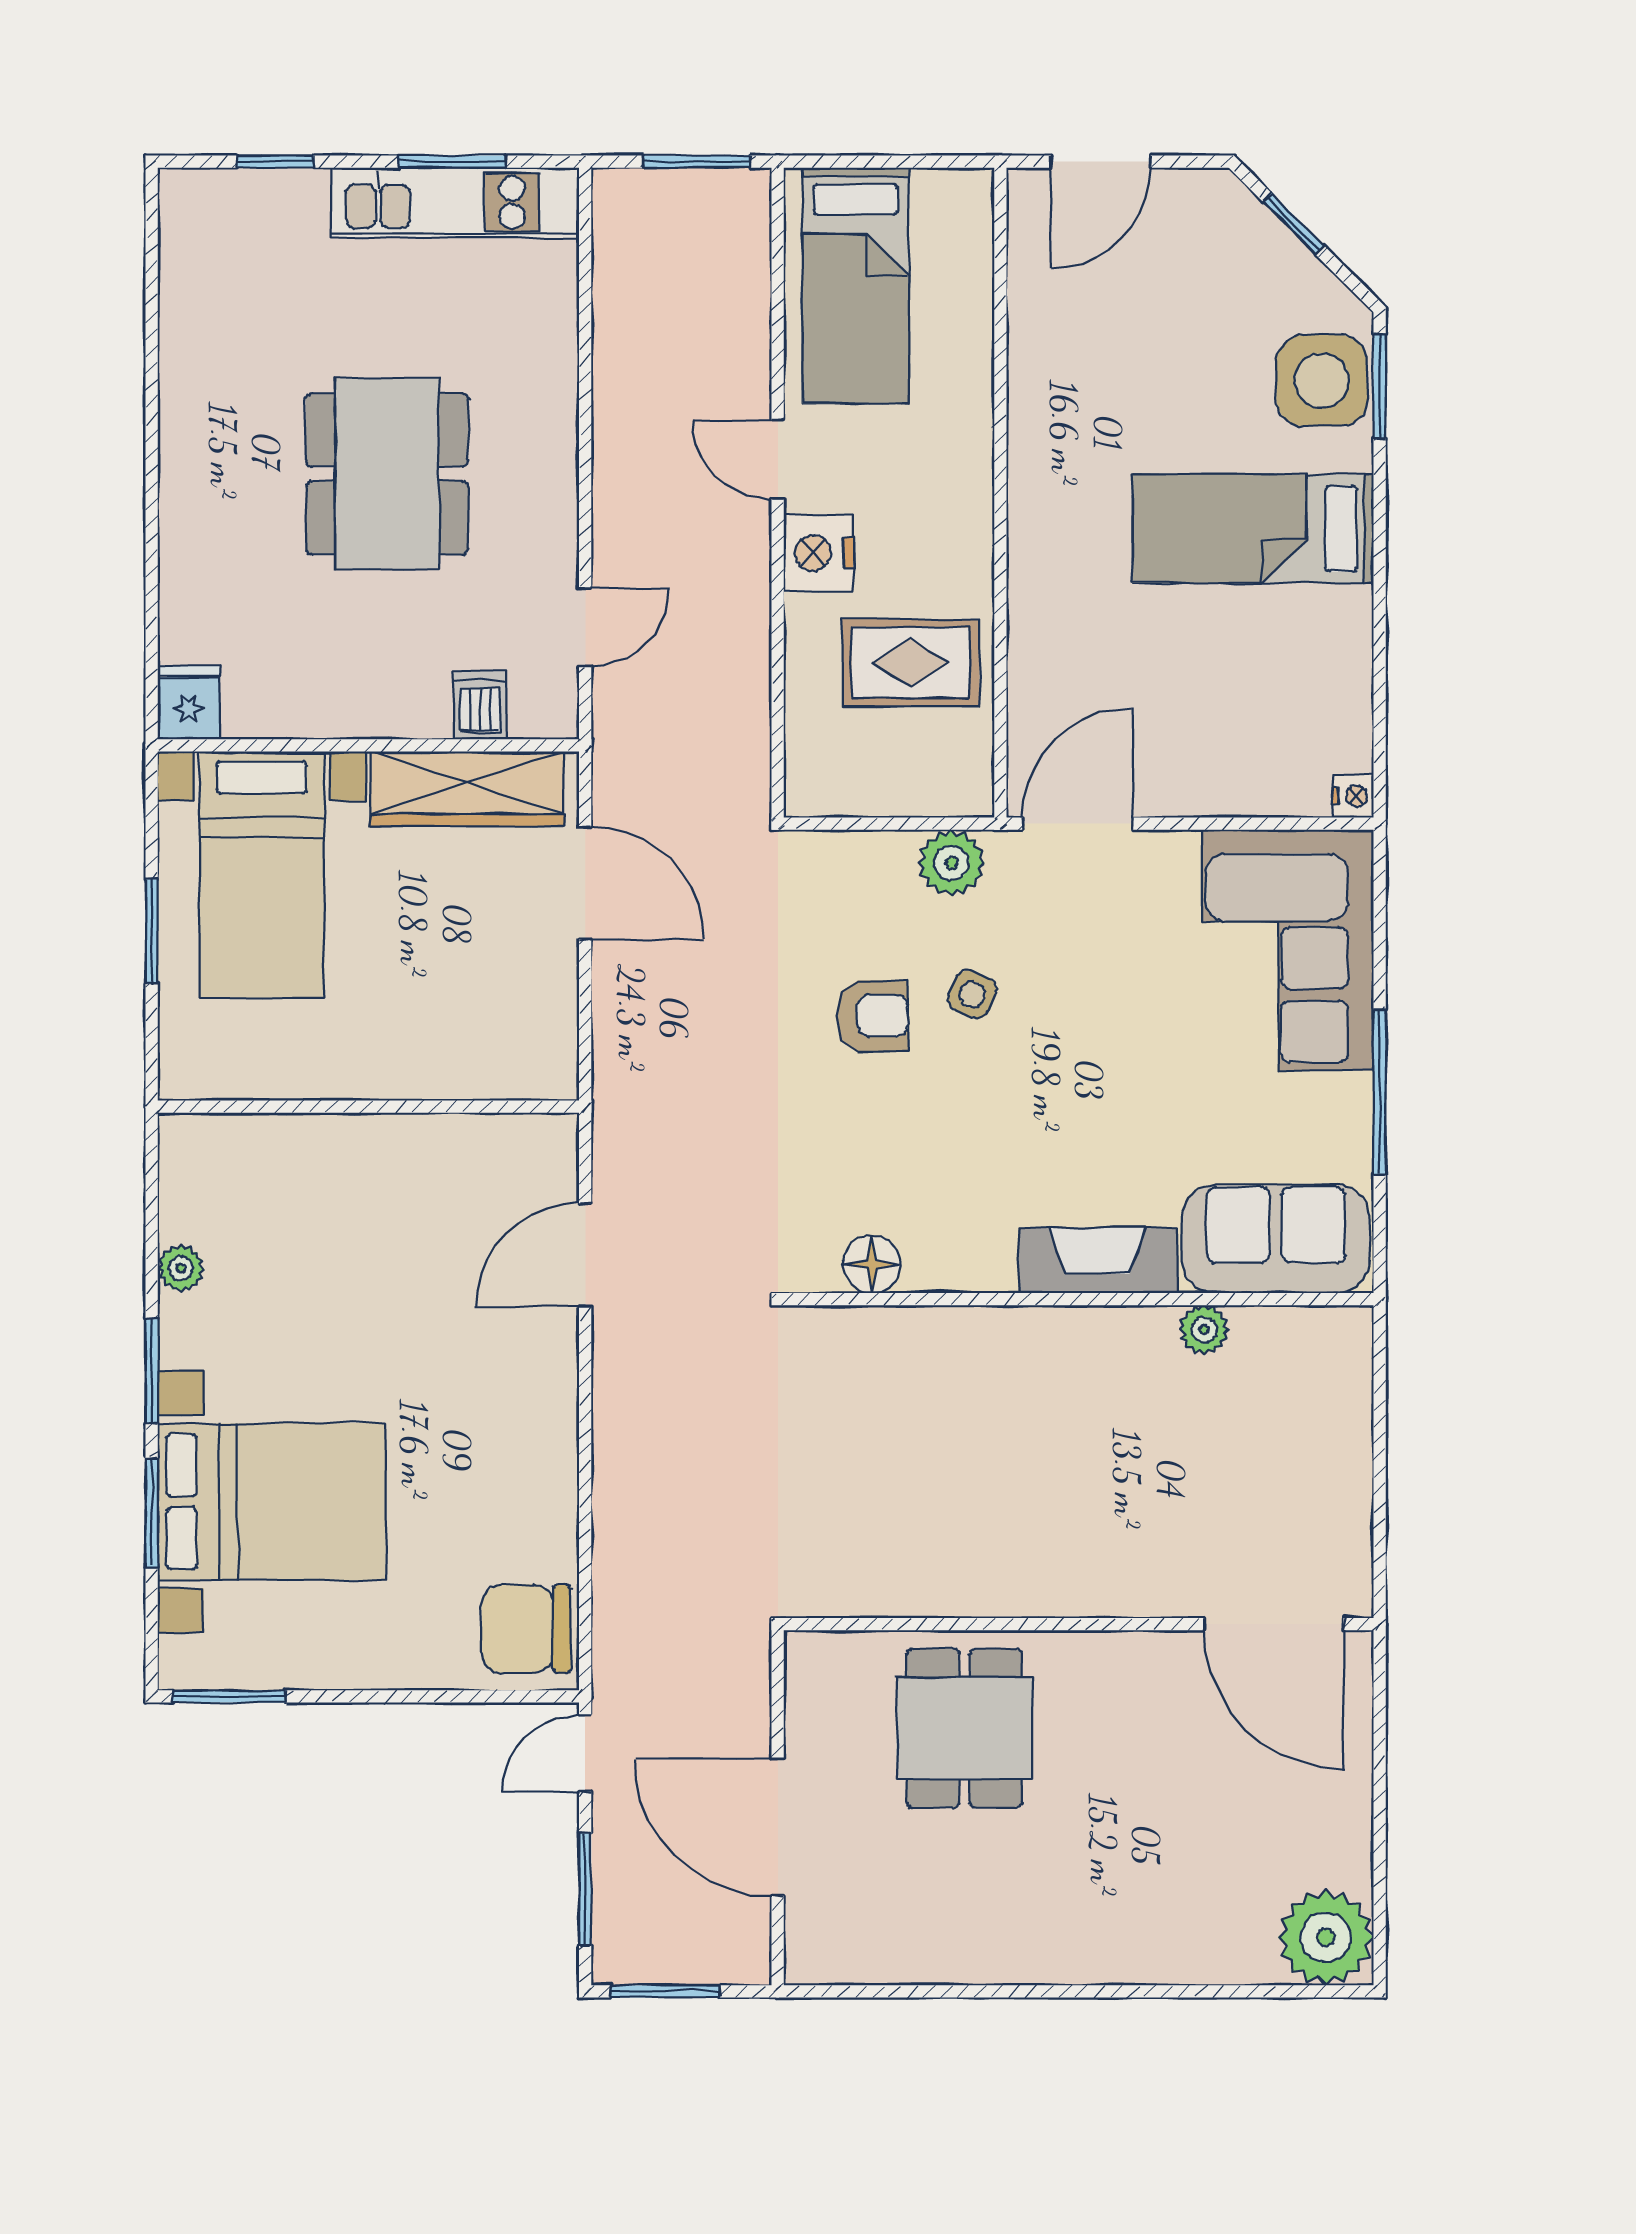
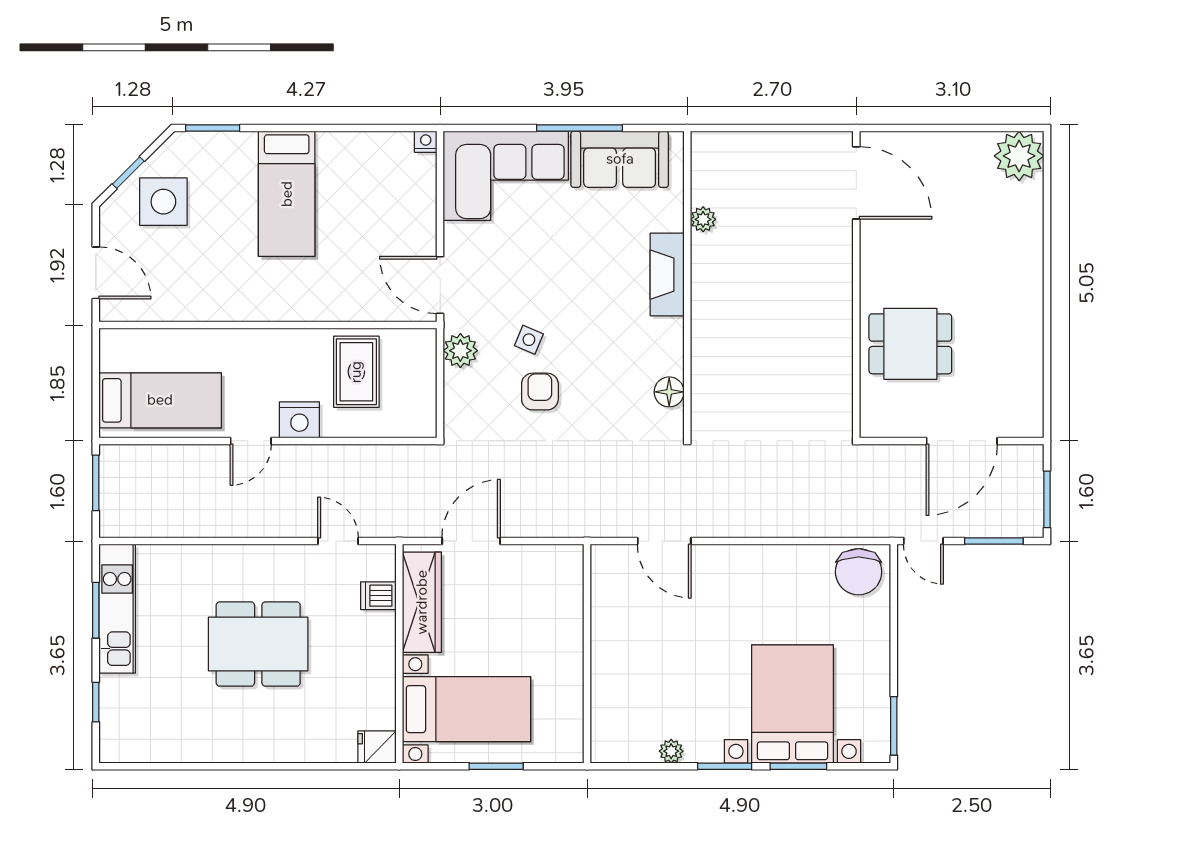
side table: (1322, 381) -> (163, 202), moved
sofa: (1276, 1239) -> (620, 159), moved, turned -90
door: (1274, 1624) -> (856, 183), hinge flipped

